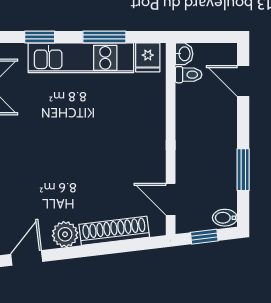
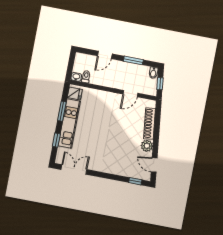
door: (243, 81) -> (105, 55), moved
door: (171, 199) -> (130, 94), moved

